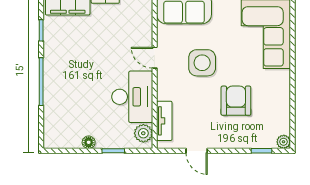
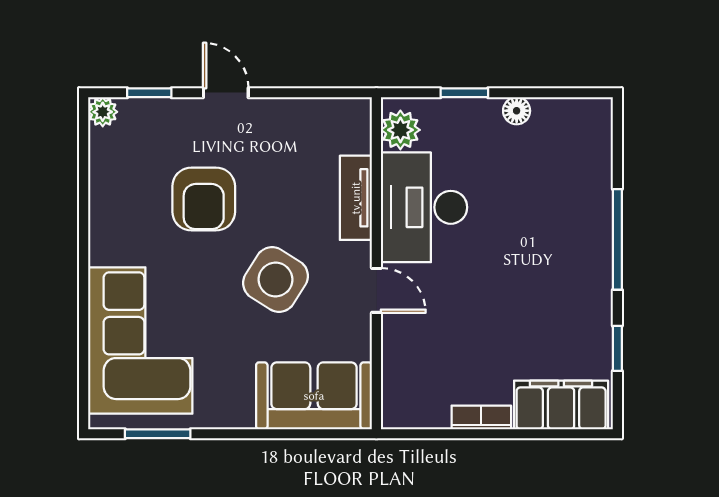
side table: (202, 63) -> (276, 280), turned 32
tv unit: (164, 121) -> (356, 198), moved
door: (197, 151) -> (226, 93), moved

